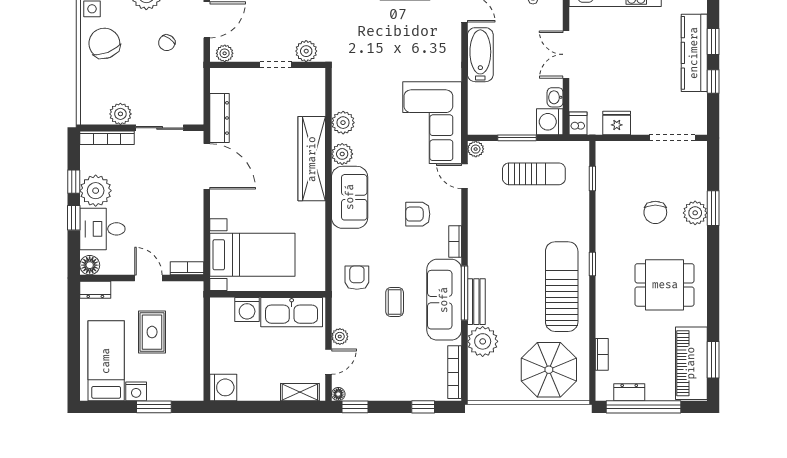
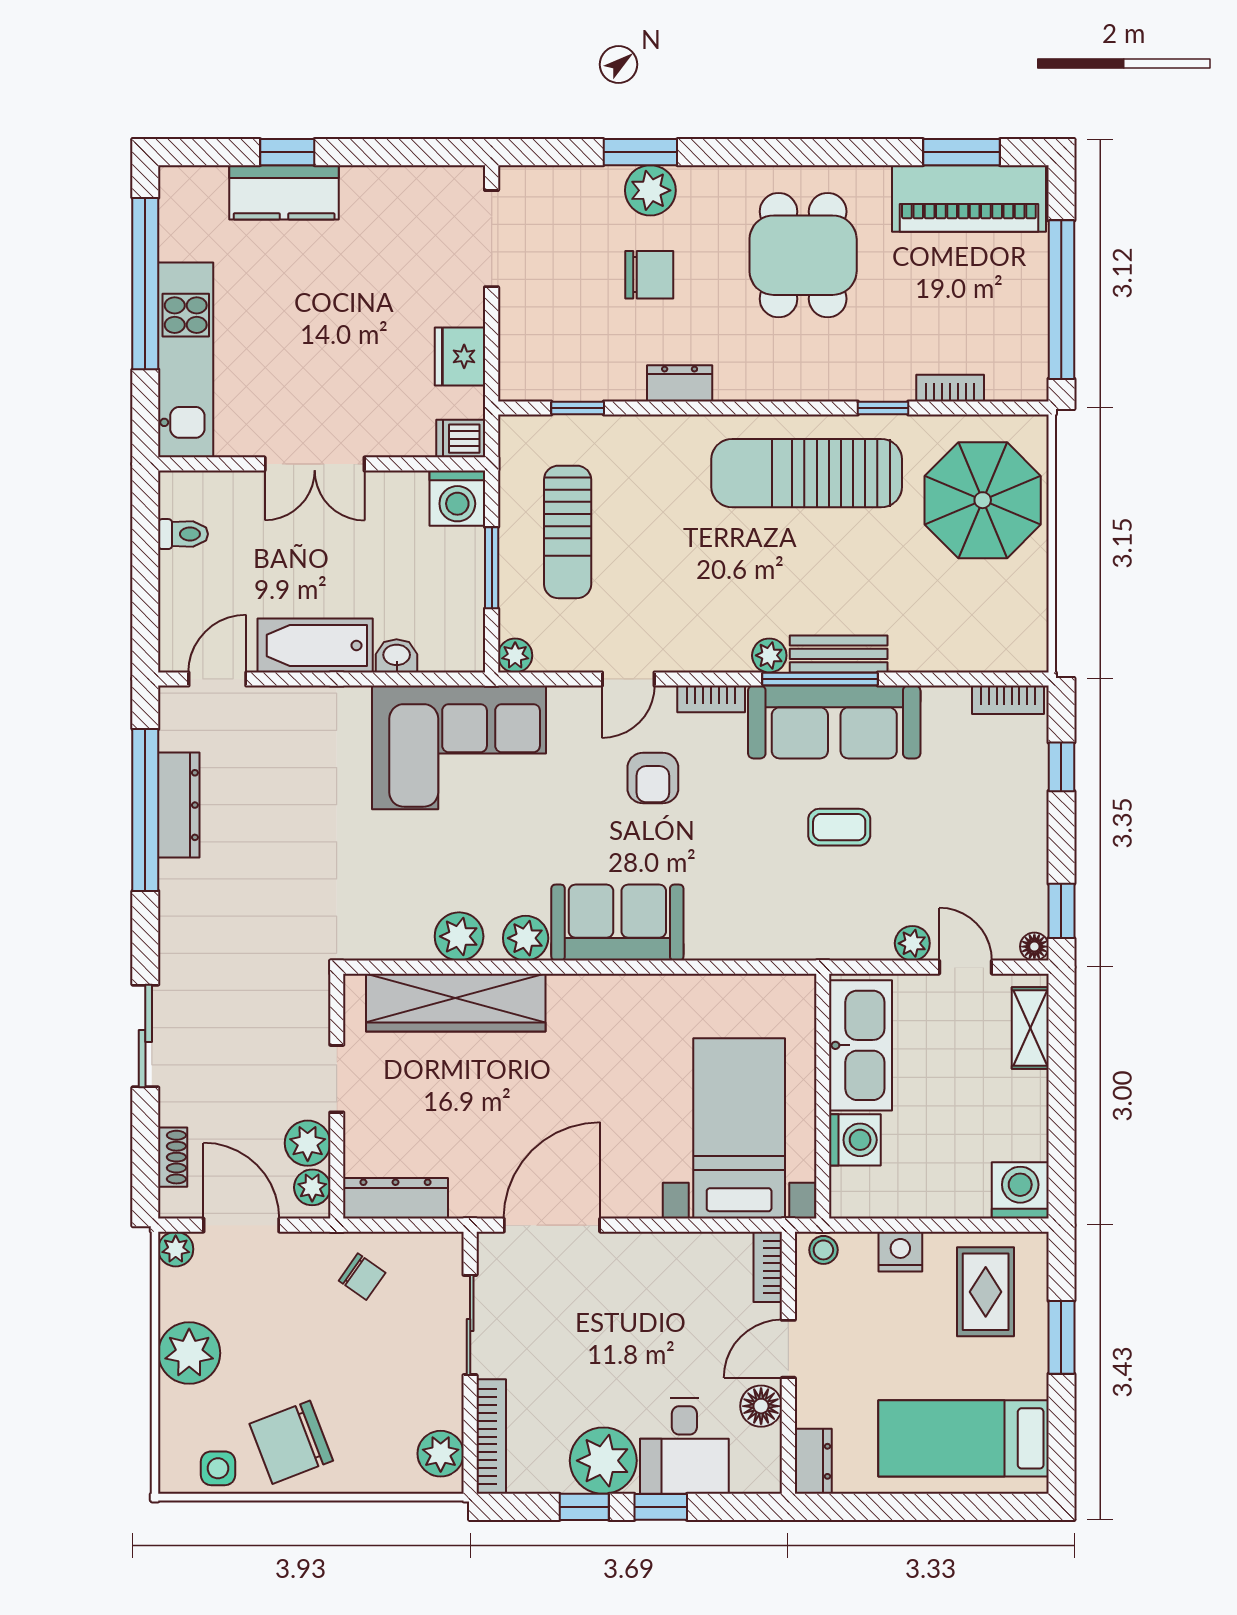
chair: (167, 43) -> (362, 1277), moved
plant: (306, 51) -> (308, 1143), moved
kitchen counter: (694, 53) -> (284, 192), width x0.67
window: (713, 82) -> (372, 152), removed
washbasin: (555, 97) -> (397, 656), moved, turned 180
plant: (120, 114) -> (441, 1454), moved
dresser: (219, 118) -> (396, 1198), moved
wardrobe: (312, 159) -> (456, 1003), moved
sun lounger: (534, 174) -> (568, 532), turned 180
door: (465, 176) -> (628, 679), moved
window: (592, 264) -> (883, 408), moved
floor lamp: (90, 265) -> (761, 1406), moved
armchair: (357, 278) -> (788, 907), removed
stool: (195, 295) -> (823, 1250), added
rug: (152, 332) -> (986, 1292), moved, turned 90
plant: (483, 341) -> (769, 655), moved, width x0.53, depth x0.53
bookcase: (455, 372) -> (1008, 700), width x0.64
nightstand: (136, 391) -> (900, 1252), moved, turned -90
dresser: (629, 392) -> (680, 383), moved, turned 90

